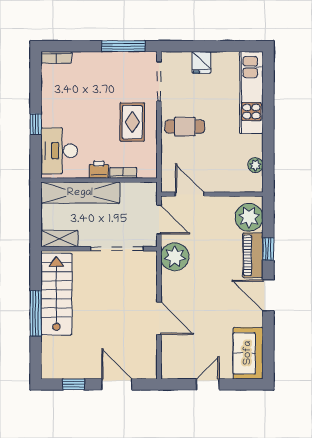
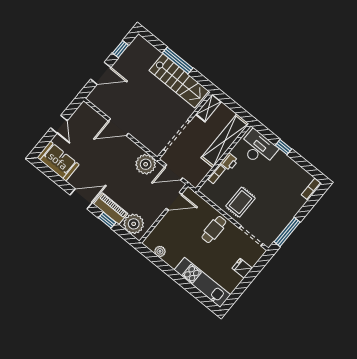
rug: (132, 122) -> (241, 202), turned 90

